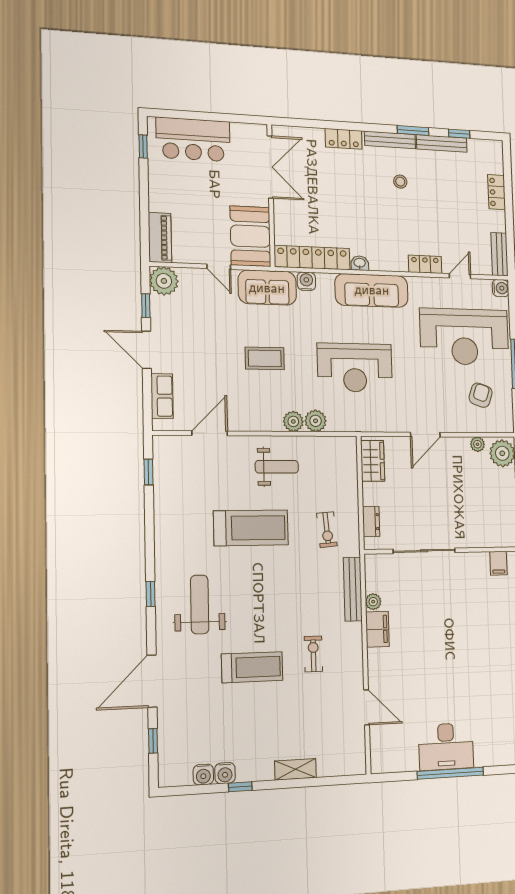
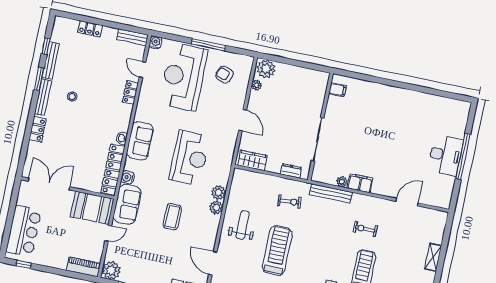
sofa: (372, 290) -> (140, 141), width x0.73
reception desk: (464, 337) -> (183, 77), turned 180

